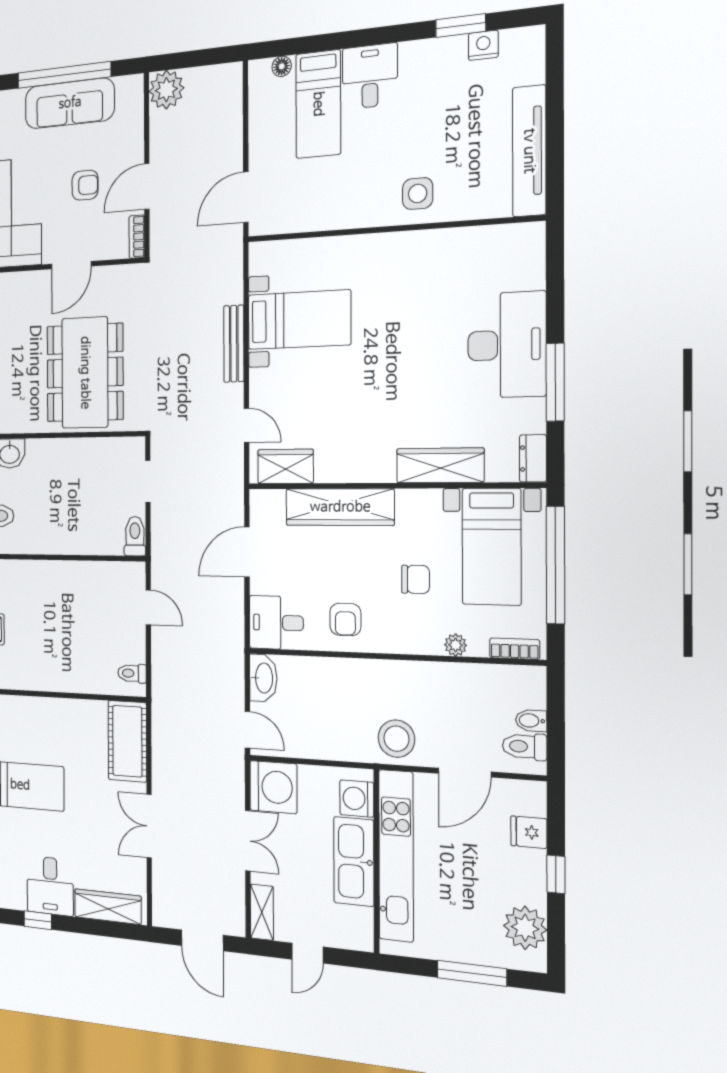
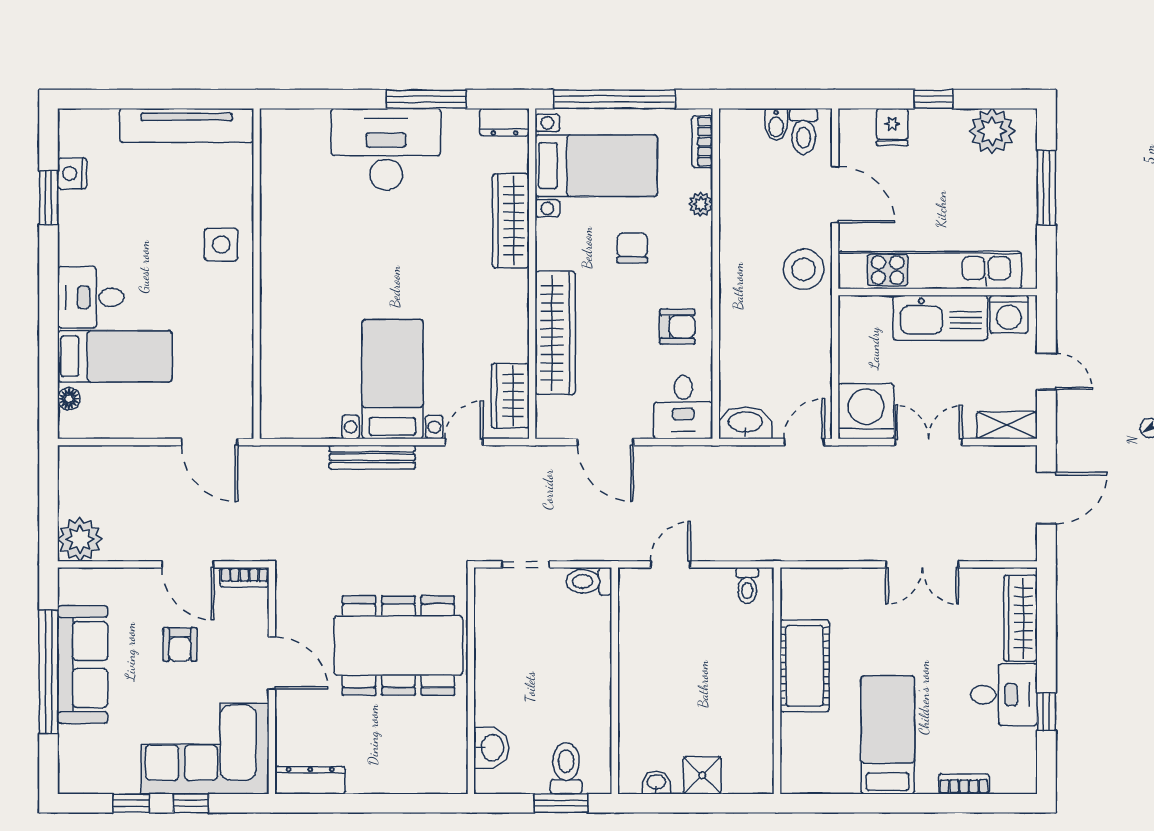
armchair: (85, 185) -> (180, 644), turned 180
bed with nightstands: (299, 320) -> (392, 379), moved
cot: (127, 741) -> (805, 666), moved, turned 90
washing machine: (357, 799) -> (1009, 314), moved

